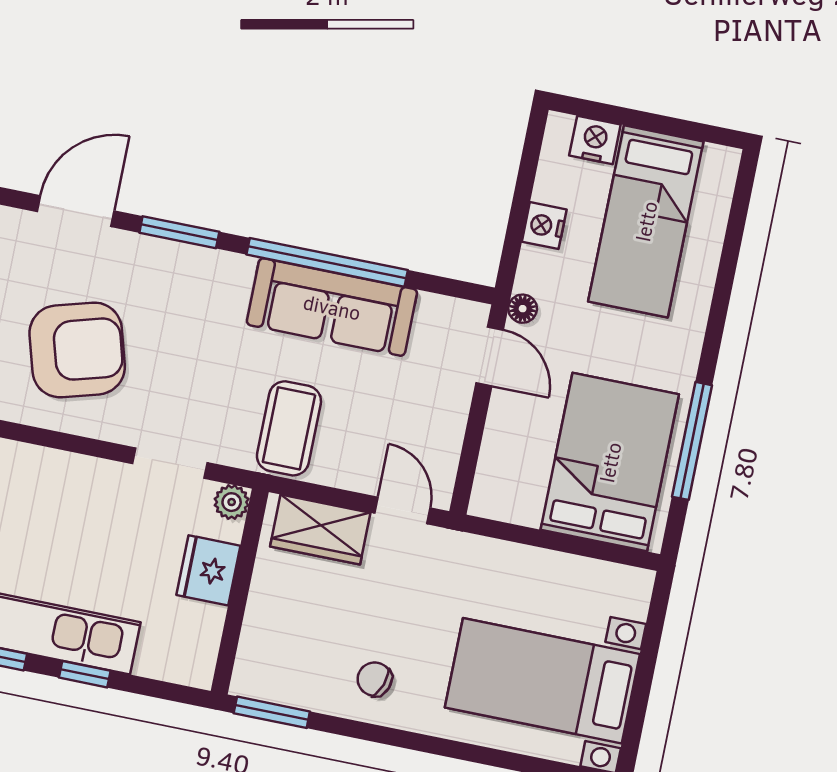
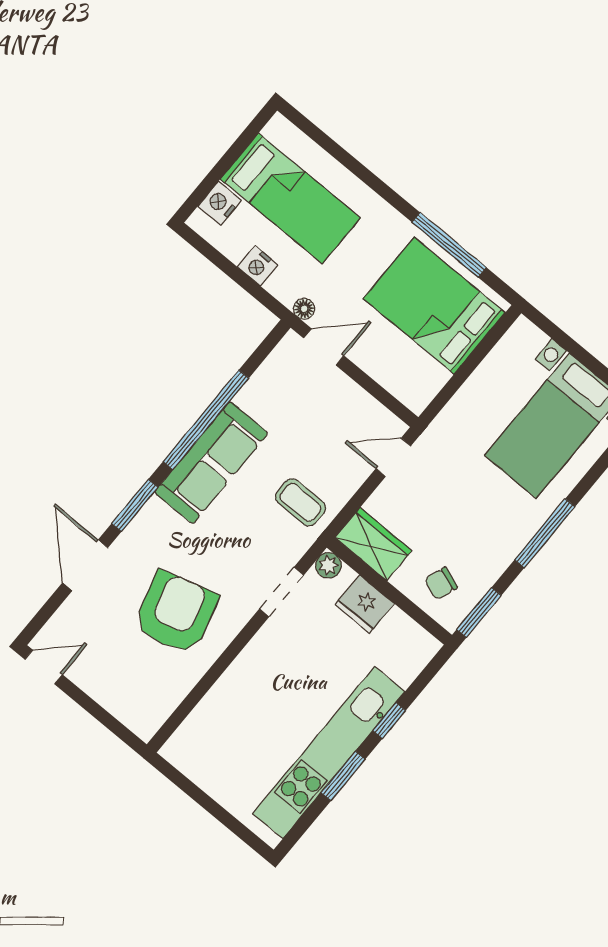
sofa: (332, 307) -> (211, 463), moved
coffee table: (289, 428) -> (301, 502), width x0.73, depth x0.77
wardrobe: (320, 530) -> (373, 544), moved, turned -90
chair: (375, 679) -> (441, 583), moved
window: (409, 740) -> (545, 533), added

